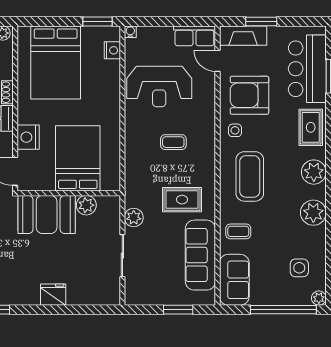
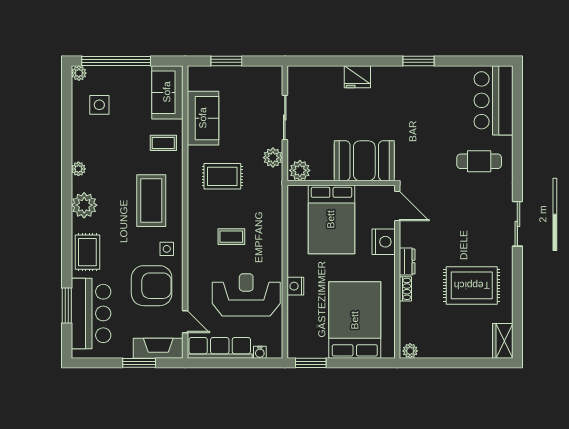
water cooler: (130, 32) -> (260, 352), moved
row of seats: (194, 36) -> (220, 348), width x1.48
nightstand: (112, 50) -> (295, 286), moved
plant: (86, 205) -> (300, 170), moved
plant: (313, 213) -> (78, 169), width x0.53, depth x0.53
sofa: (200, 255) -> (203, 118), width x0.73

